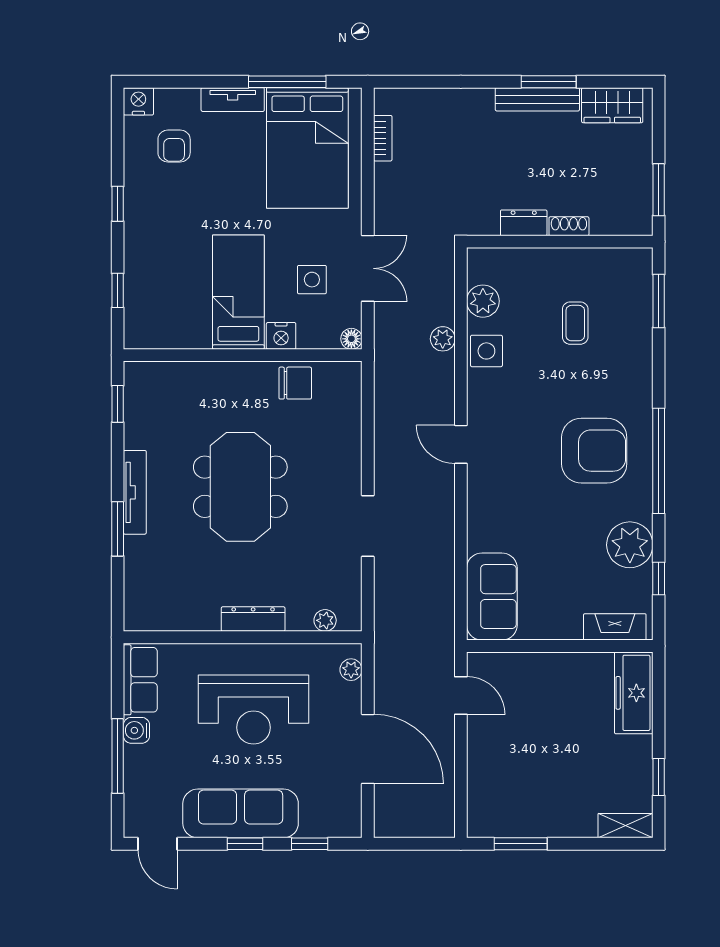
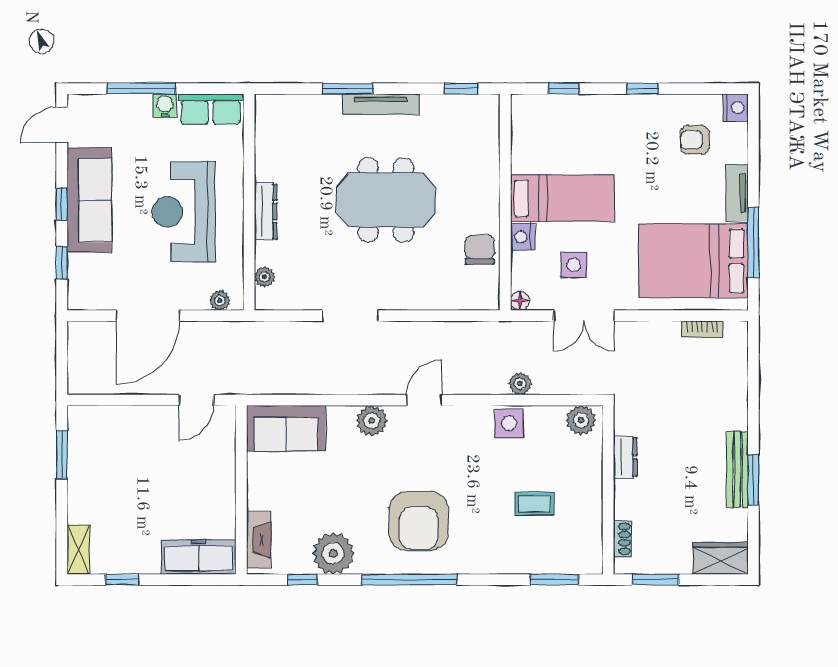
wardrobe: (612, 105) -> (720, 558), moved, turned 90
shoe rack: (569, 226) -> (622, 539), moved
plant: (483, 301) -> (581, 420), moved
chair: (295, 383) -> (480, 250), turned 180
plant: (484, 502) -> (372, 421), added

